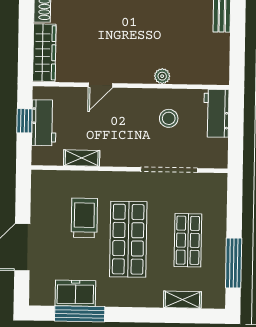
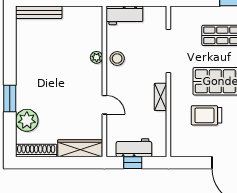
stool: (169, 118) -> (117, 58), moved
shelving: (82, 158) -> (161, 97), moved

